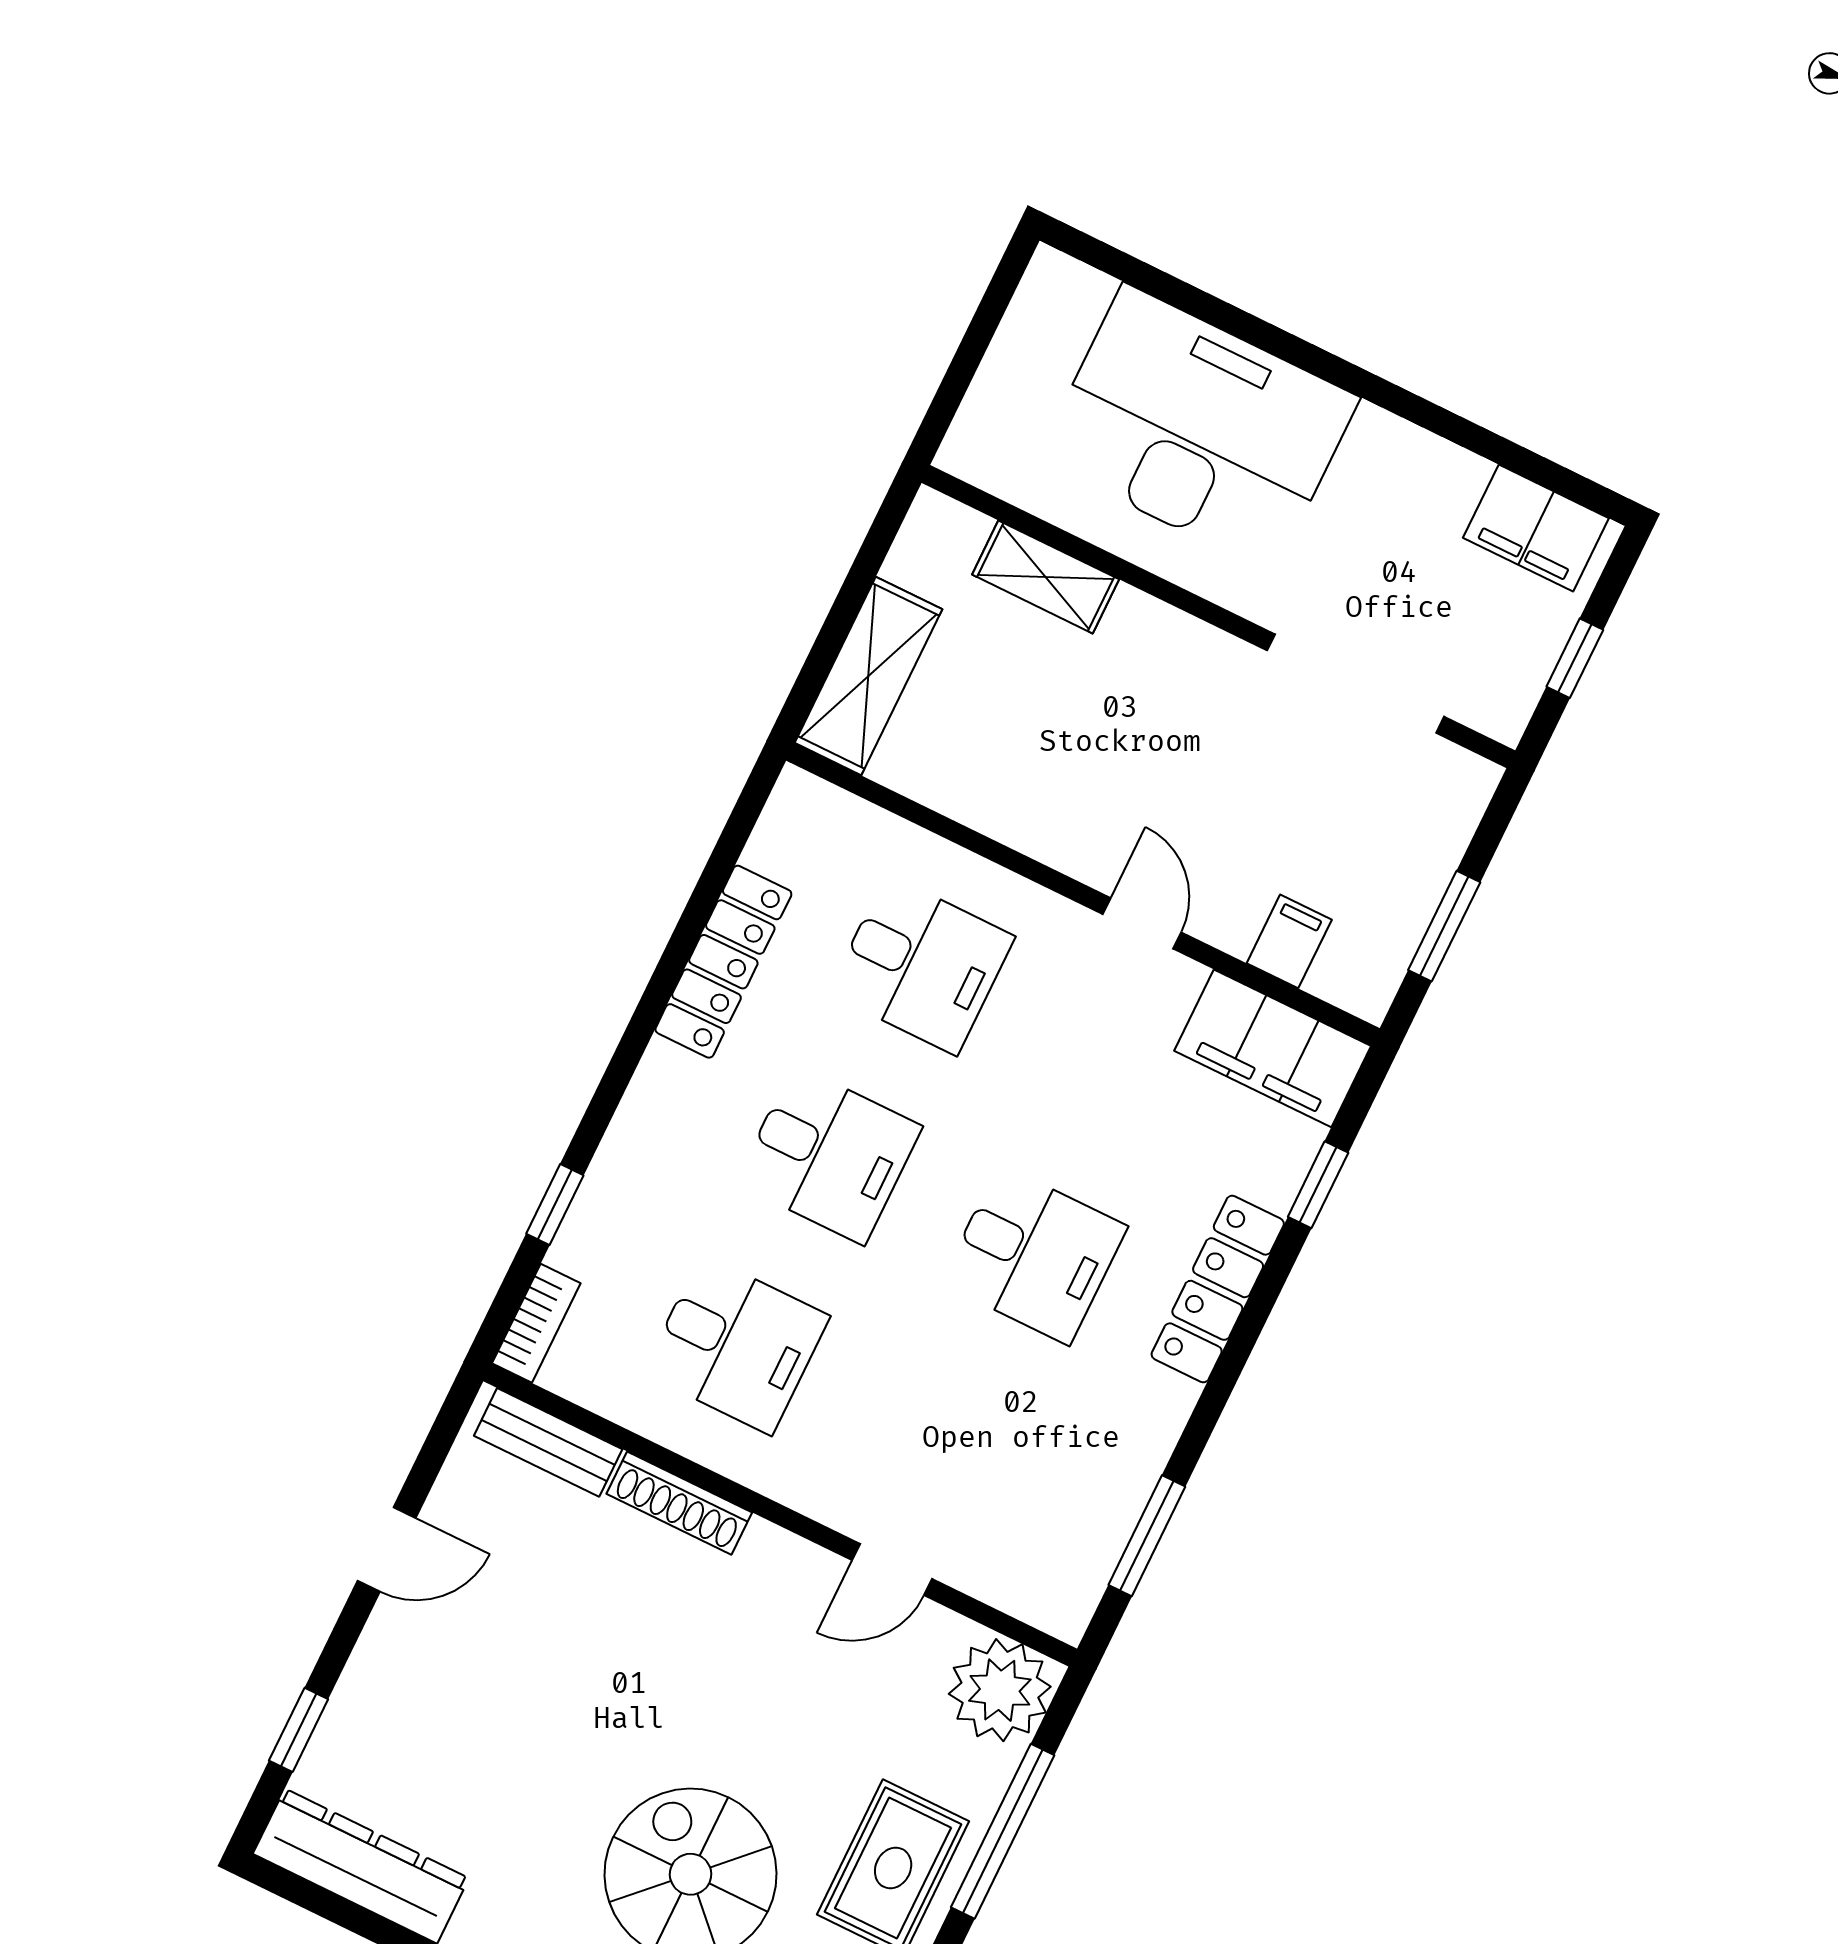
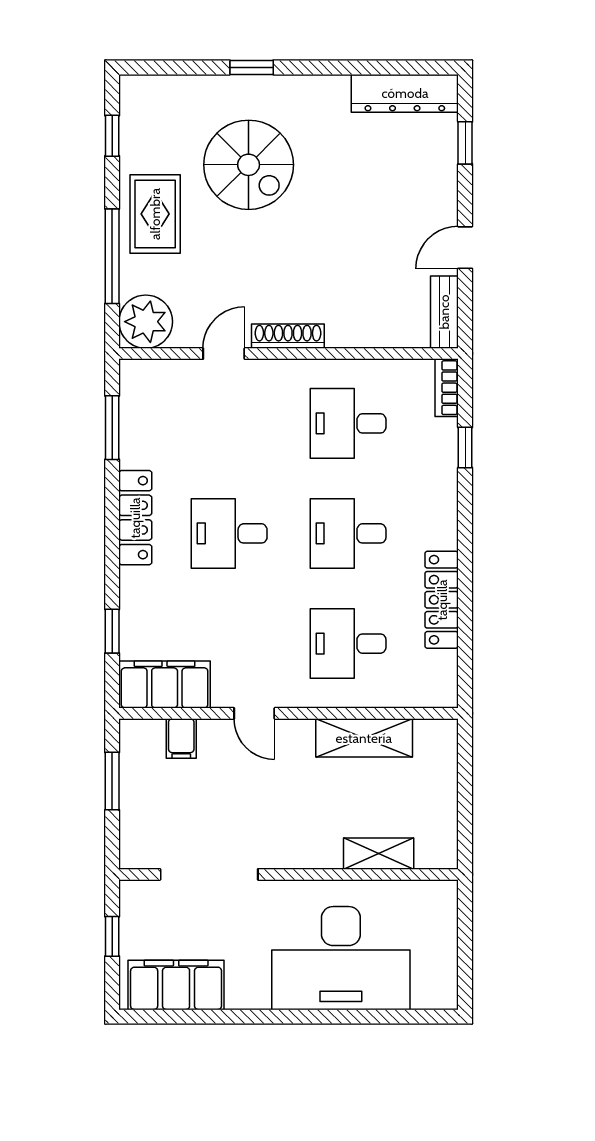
filing cabinet: (1536, 528) -> (176, 985), width x1.50, depth x1.17
shelving: (868, 676) -> (364, 738), moved, turned 90
locker: (1218, 1289) -> (135, 518), moved
bench: (548, 1442) -> (444, 312), moved, turned 90
shoe rack: (679, 1503) -> (288, 336), moved

